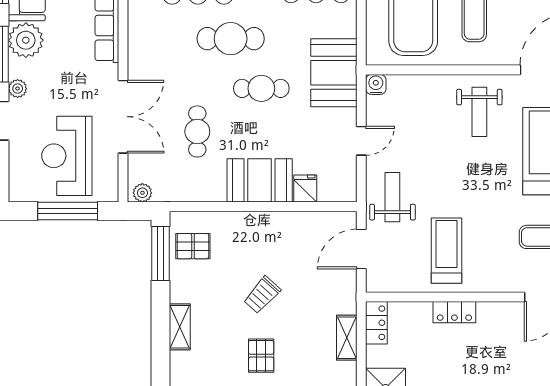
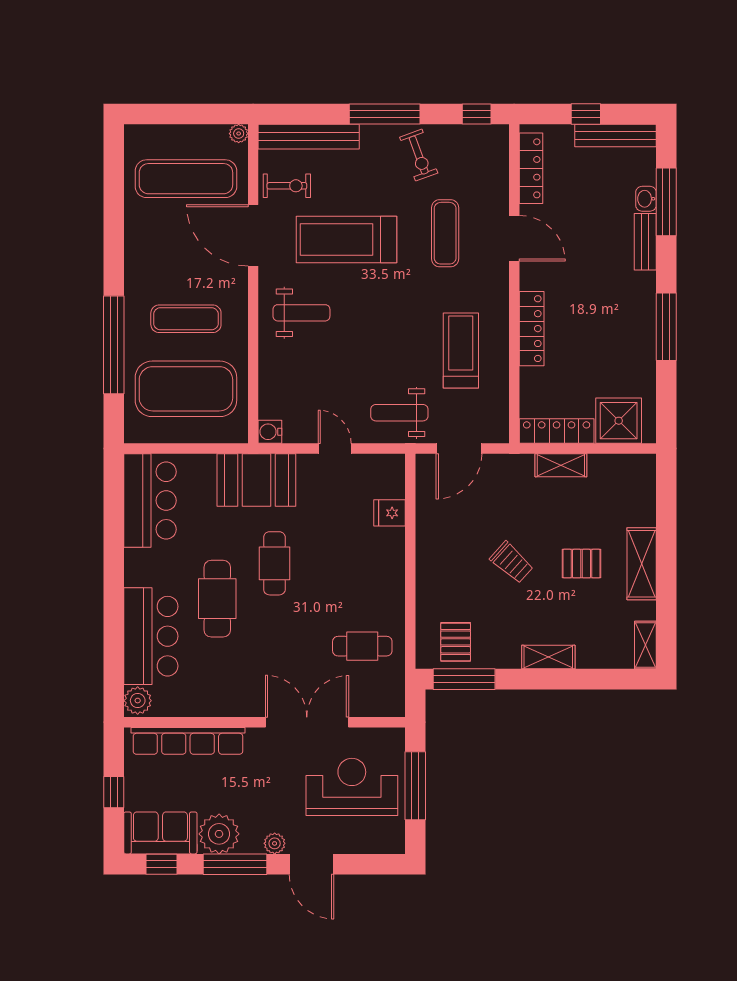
cafe table: (197, 131) -> (362, 646), moved
reception desk: (67, 156) -> (352, 787), turned 180
booth: (260, 180) -> (380, 565), removed
plant: (142, 193) -> (394, 700), removed
door: (361, 249) -> (459, 448), hinge flipped
treadmill: (447, 251) -> (461, 351), turned 90
locker: (454, 312) -> (532, 329), width x1.53
locker: (376, 323) -> (557, 431), width x1.53

